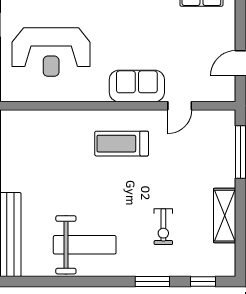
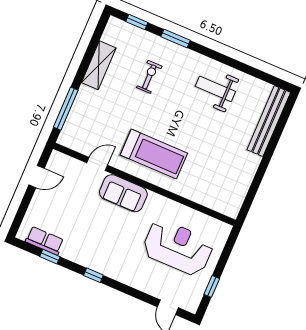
treadmill: (122, 144) -> (154, 154), width x1.37, depth x1.38
weight bench: (85, 245) -> (215, 89), width x0.73, depth x0.75

